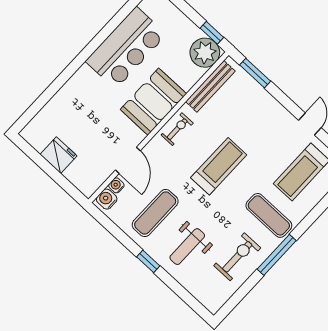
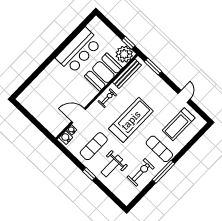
booth: (153, 102) -> (103, 72), moved
fridge: (59, 155) -> (39, 112), removed
door: (128, 160) -> (79, 116), swing flipped
treadmill: (219, 166) -> (131, 120), width x1.37, depth x1.38

